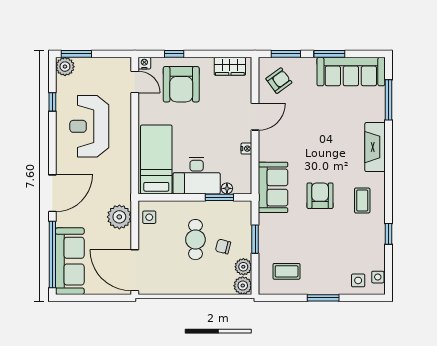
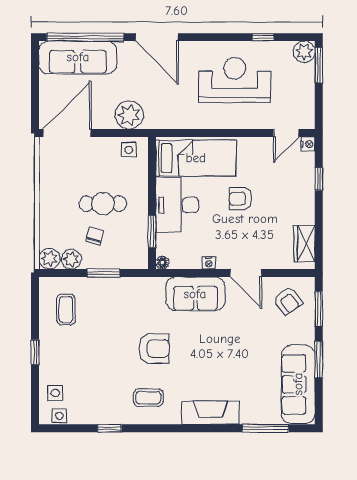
armchair: (181, 84) -> (240, 199), moved, width x0.53, depth x0.53
sofa: (273, 187) -> (195, 294), moved
floor lamp: (227, 188) -> (162, 263), moved
window: (323, 298) -> (35, 352), width x0.67

